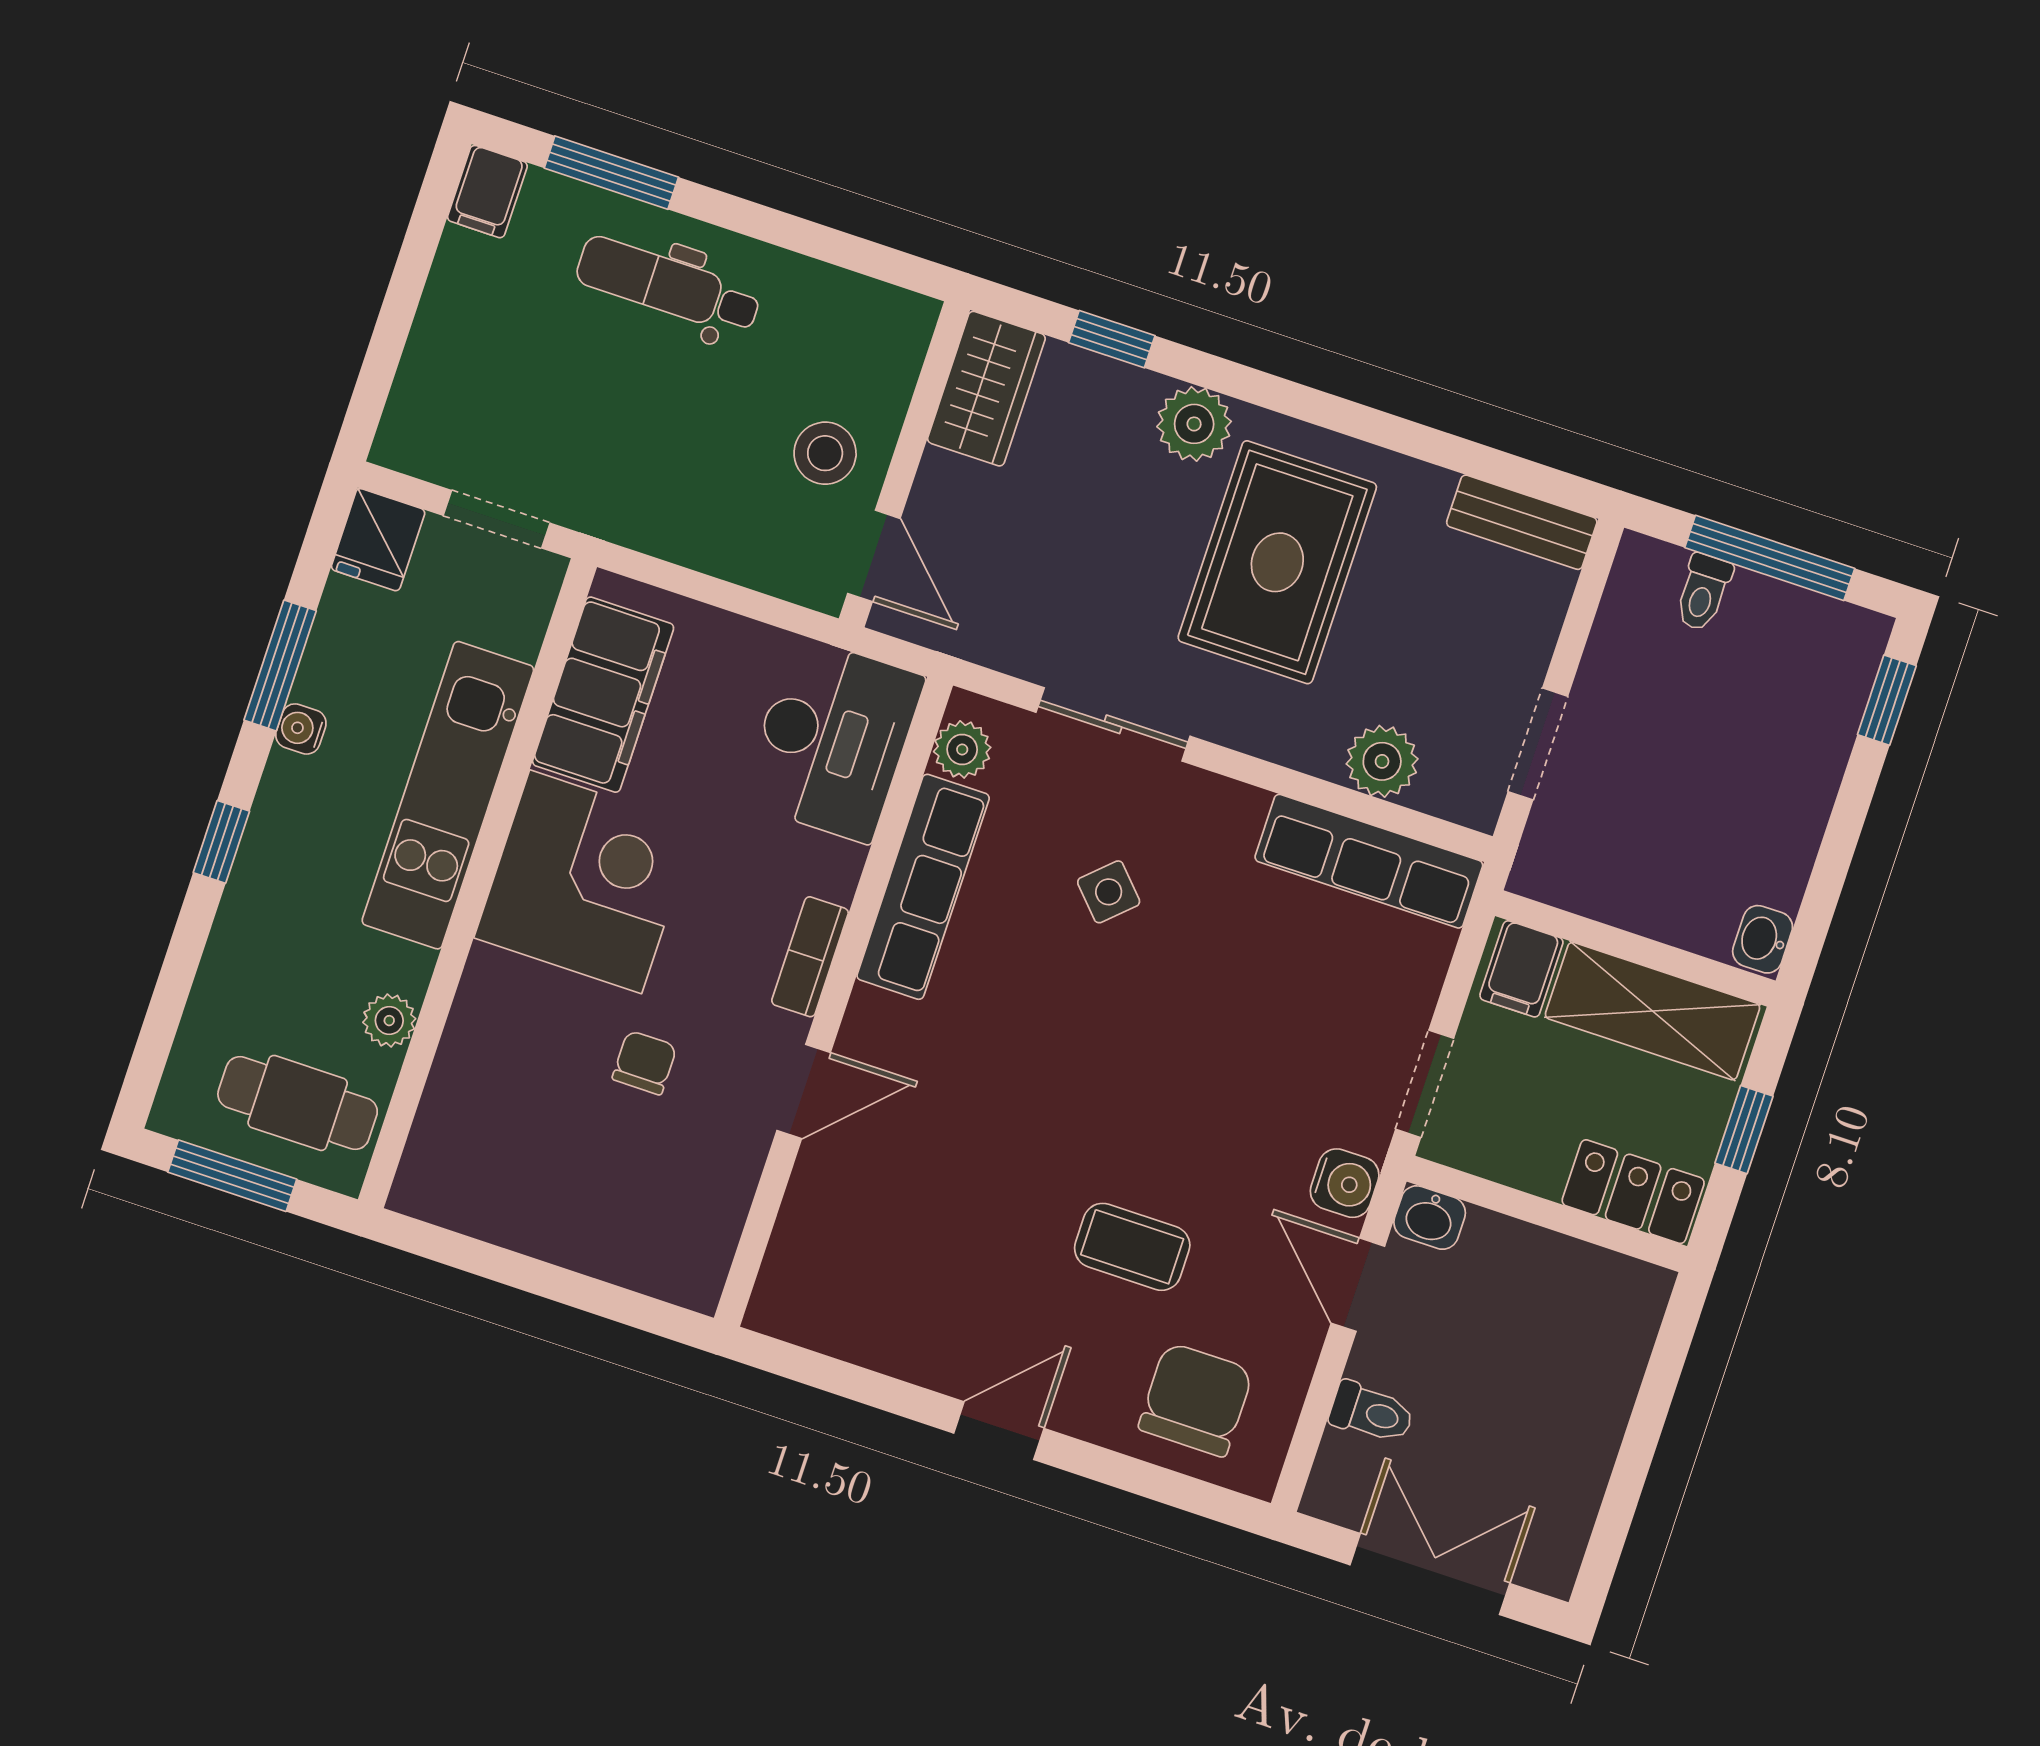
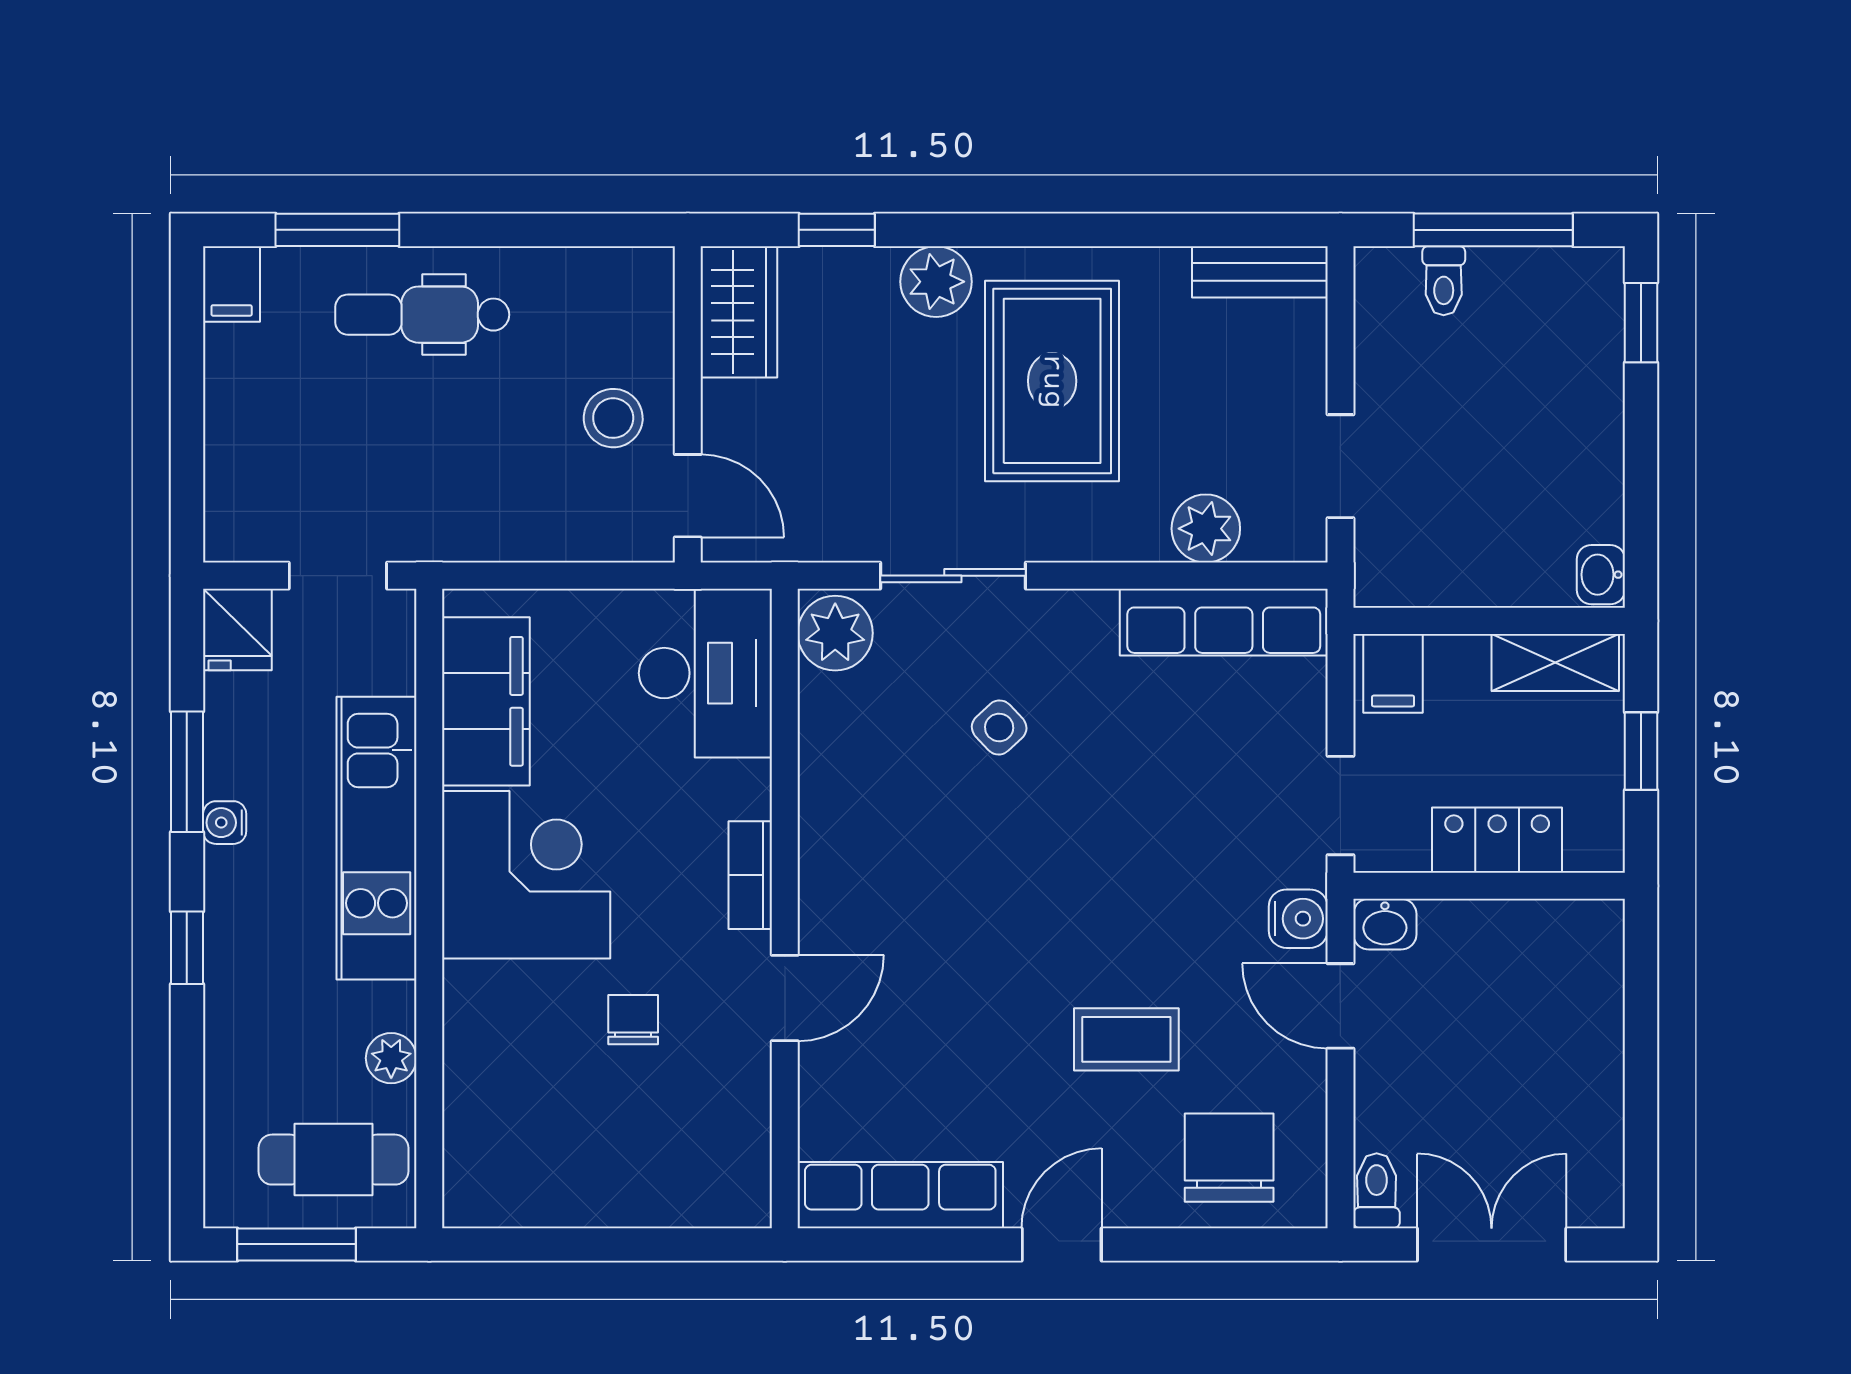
plant: (962, 749) -> (835, 633), width x1.38, depth x1.38
row of seats: (923, 887) -> (900, 1195), moved, turned -90
shelving: (1652, 1011) -> (1555, 662), width x0.67, depth x0.75
locker: (1633, 1192) -> (1497, 840), moved
toilet: (1372, 1413) -> (1377, 1191), moved, turned -90

